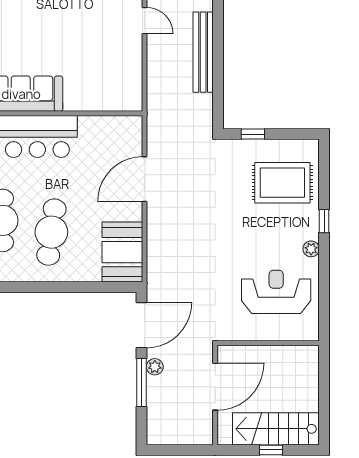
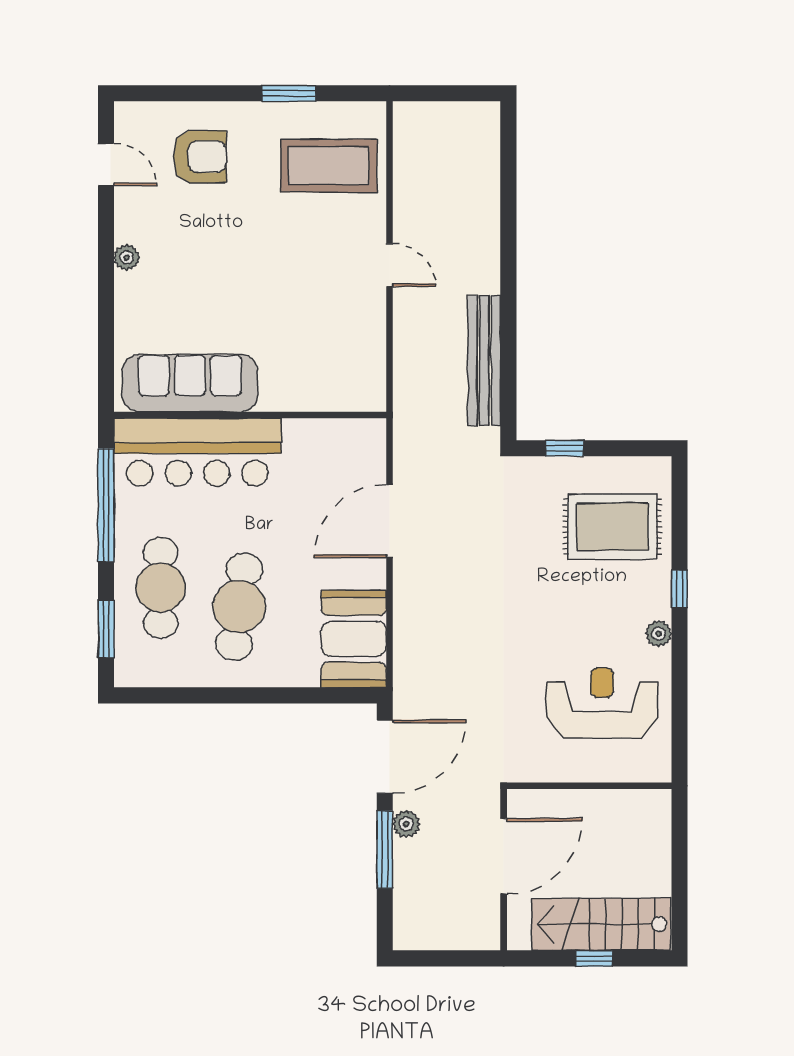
bench: (203, 52) -> (484, 360), moved

